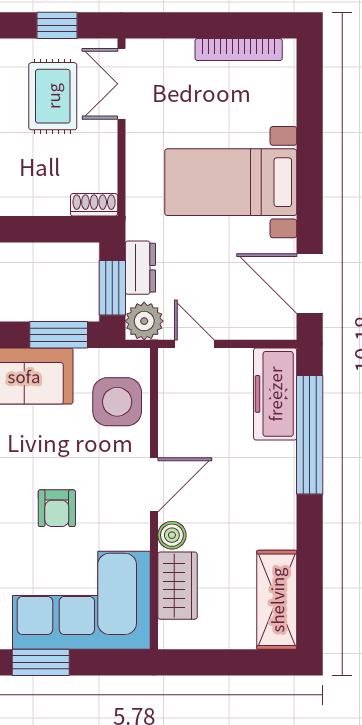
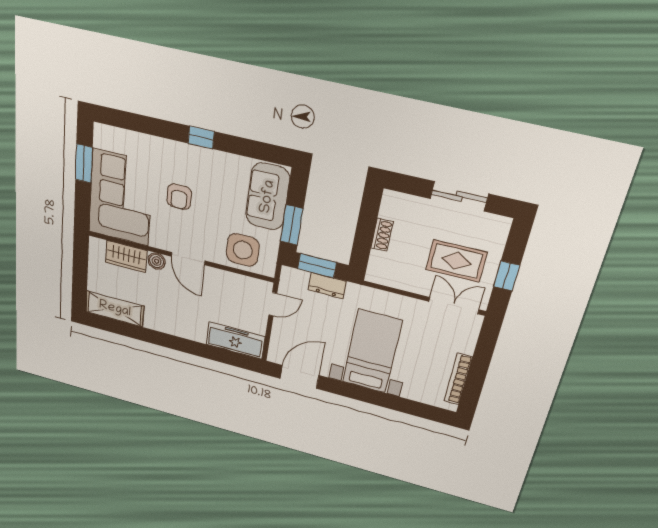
shoe rack: (94, 205) -> (382, 235), moved
plant: (144, 321) -> (292, 279), removed
window: (310, 435) -> (209, 352), removed
armchair: (57, 508) -> (179, 197), turned -90

